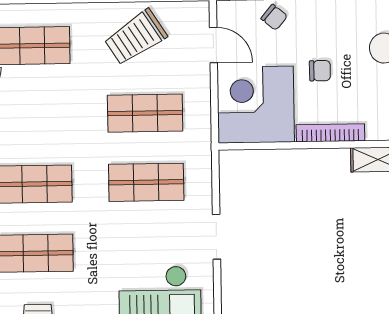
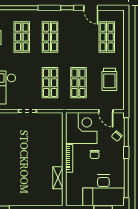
trolley: (136, 37) -> (109, 79), turned -147
door: (213, 45) -> (106, 111), hinge flipped

